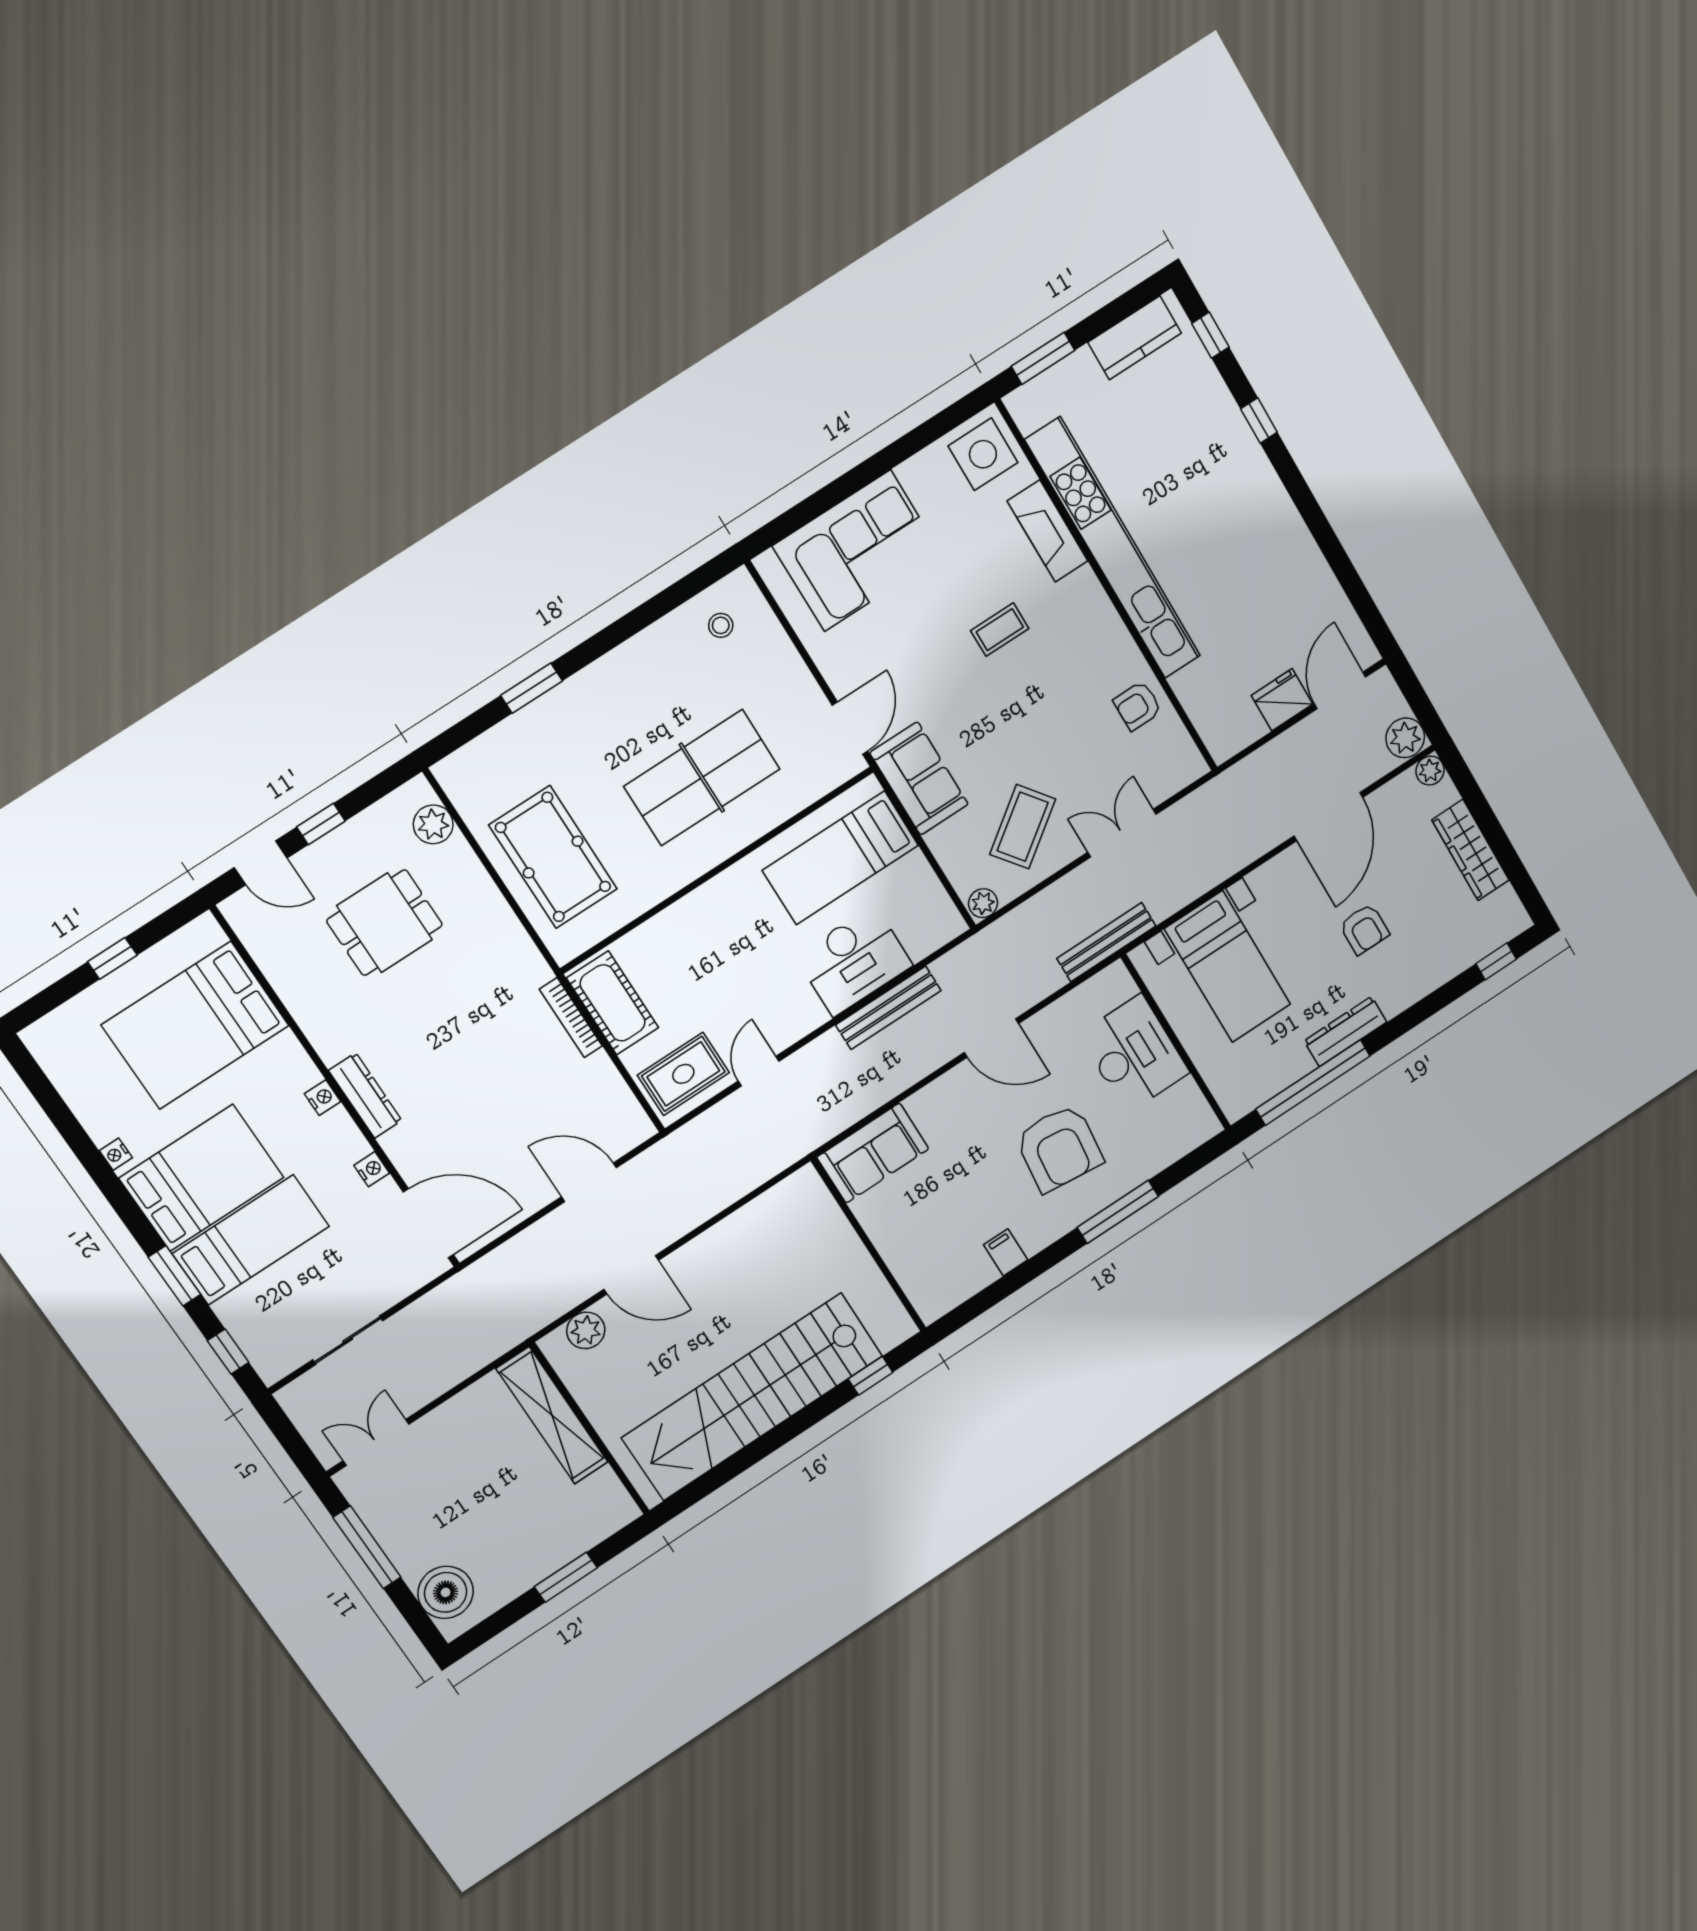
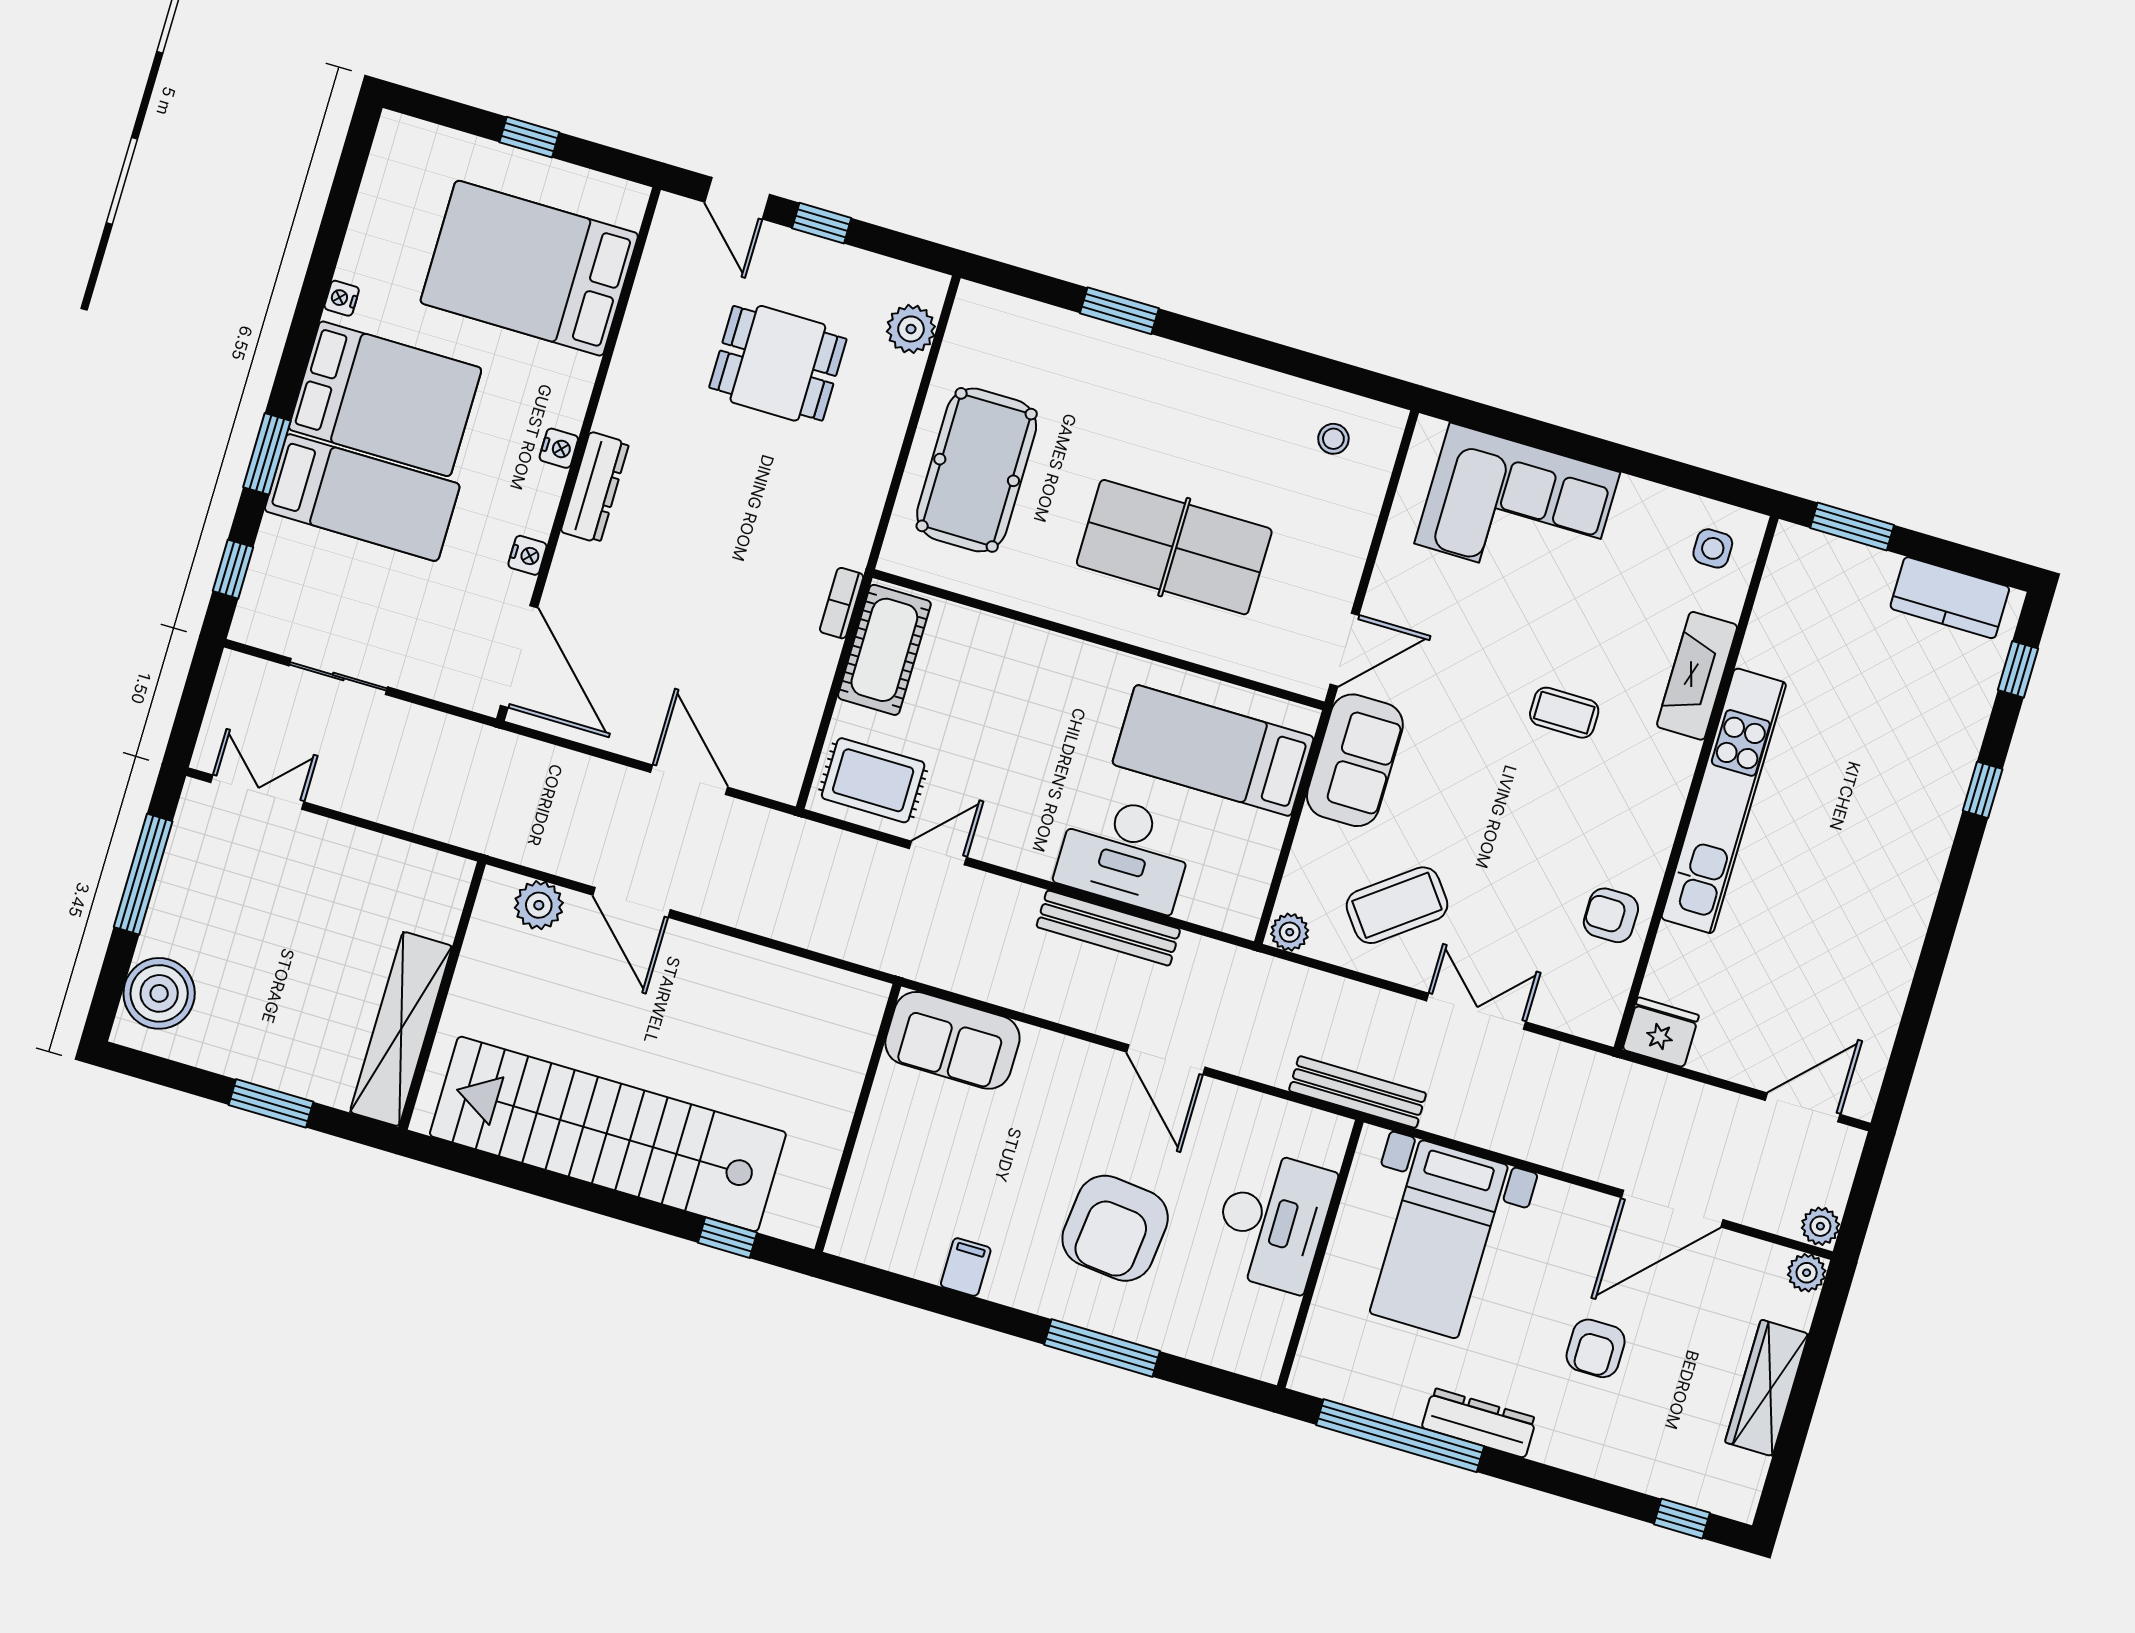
side table: (983, 454) -> (1713, 548), width x0.54, depth x0.54
kitchen unit: (1113, 548) -> (1724, 801), width x0.73
fridge: (1282, 700) -> (1661, 1032), moved
plant: (1405, 738) -> (1820, 1226), width x0.73, depth x0.73
bookcase: (571, 1018) -> (842, 603), width x0.64
shelving: (552, 1415) -> (401, 1029), moved

